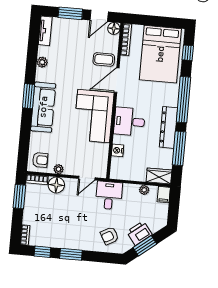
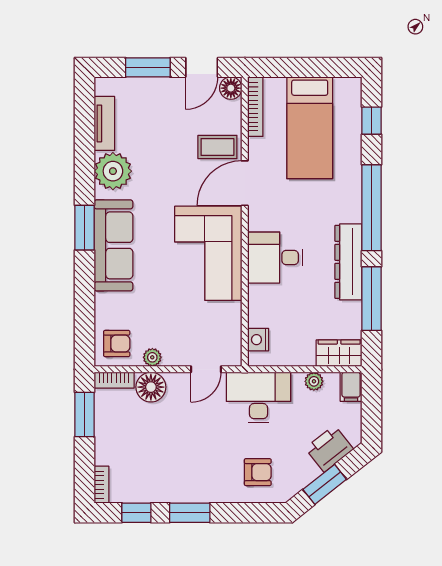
tv unit: (45, 31) -> (104, 123), moved
bed: (160, 54) -> (310, 128), width x0.67
plant: (42, 62) -> (113, 171), width x1.88, depth x1.88
nightstand: (118, 150) -> (258, 340), moved
desk: (109, 195) -> (258, 397), width x1.37
printer: (139, 233) -> (329, 449), moved
armchair: (110, 236) -> (258, 472), turned -151

